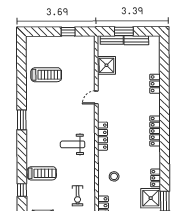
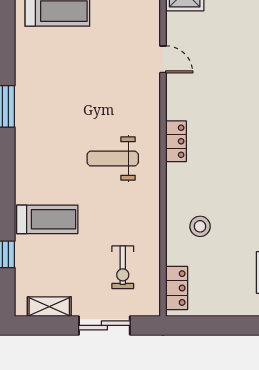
door: (96, 97) -> (163, 59), swing flipped
locker: (103, 136) -> (176, 141), width x0.66

